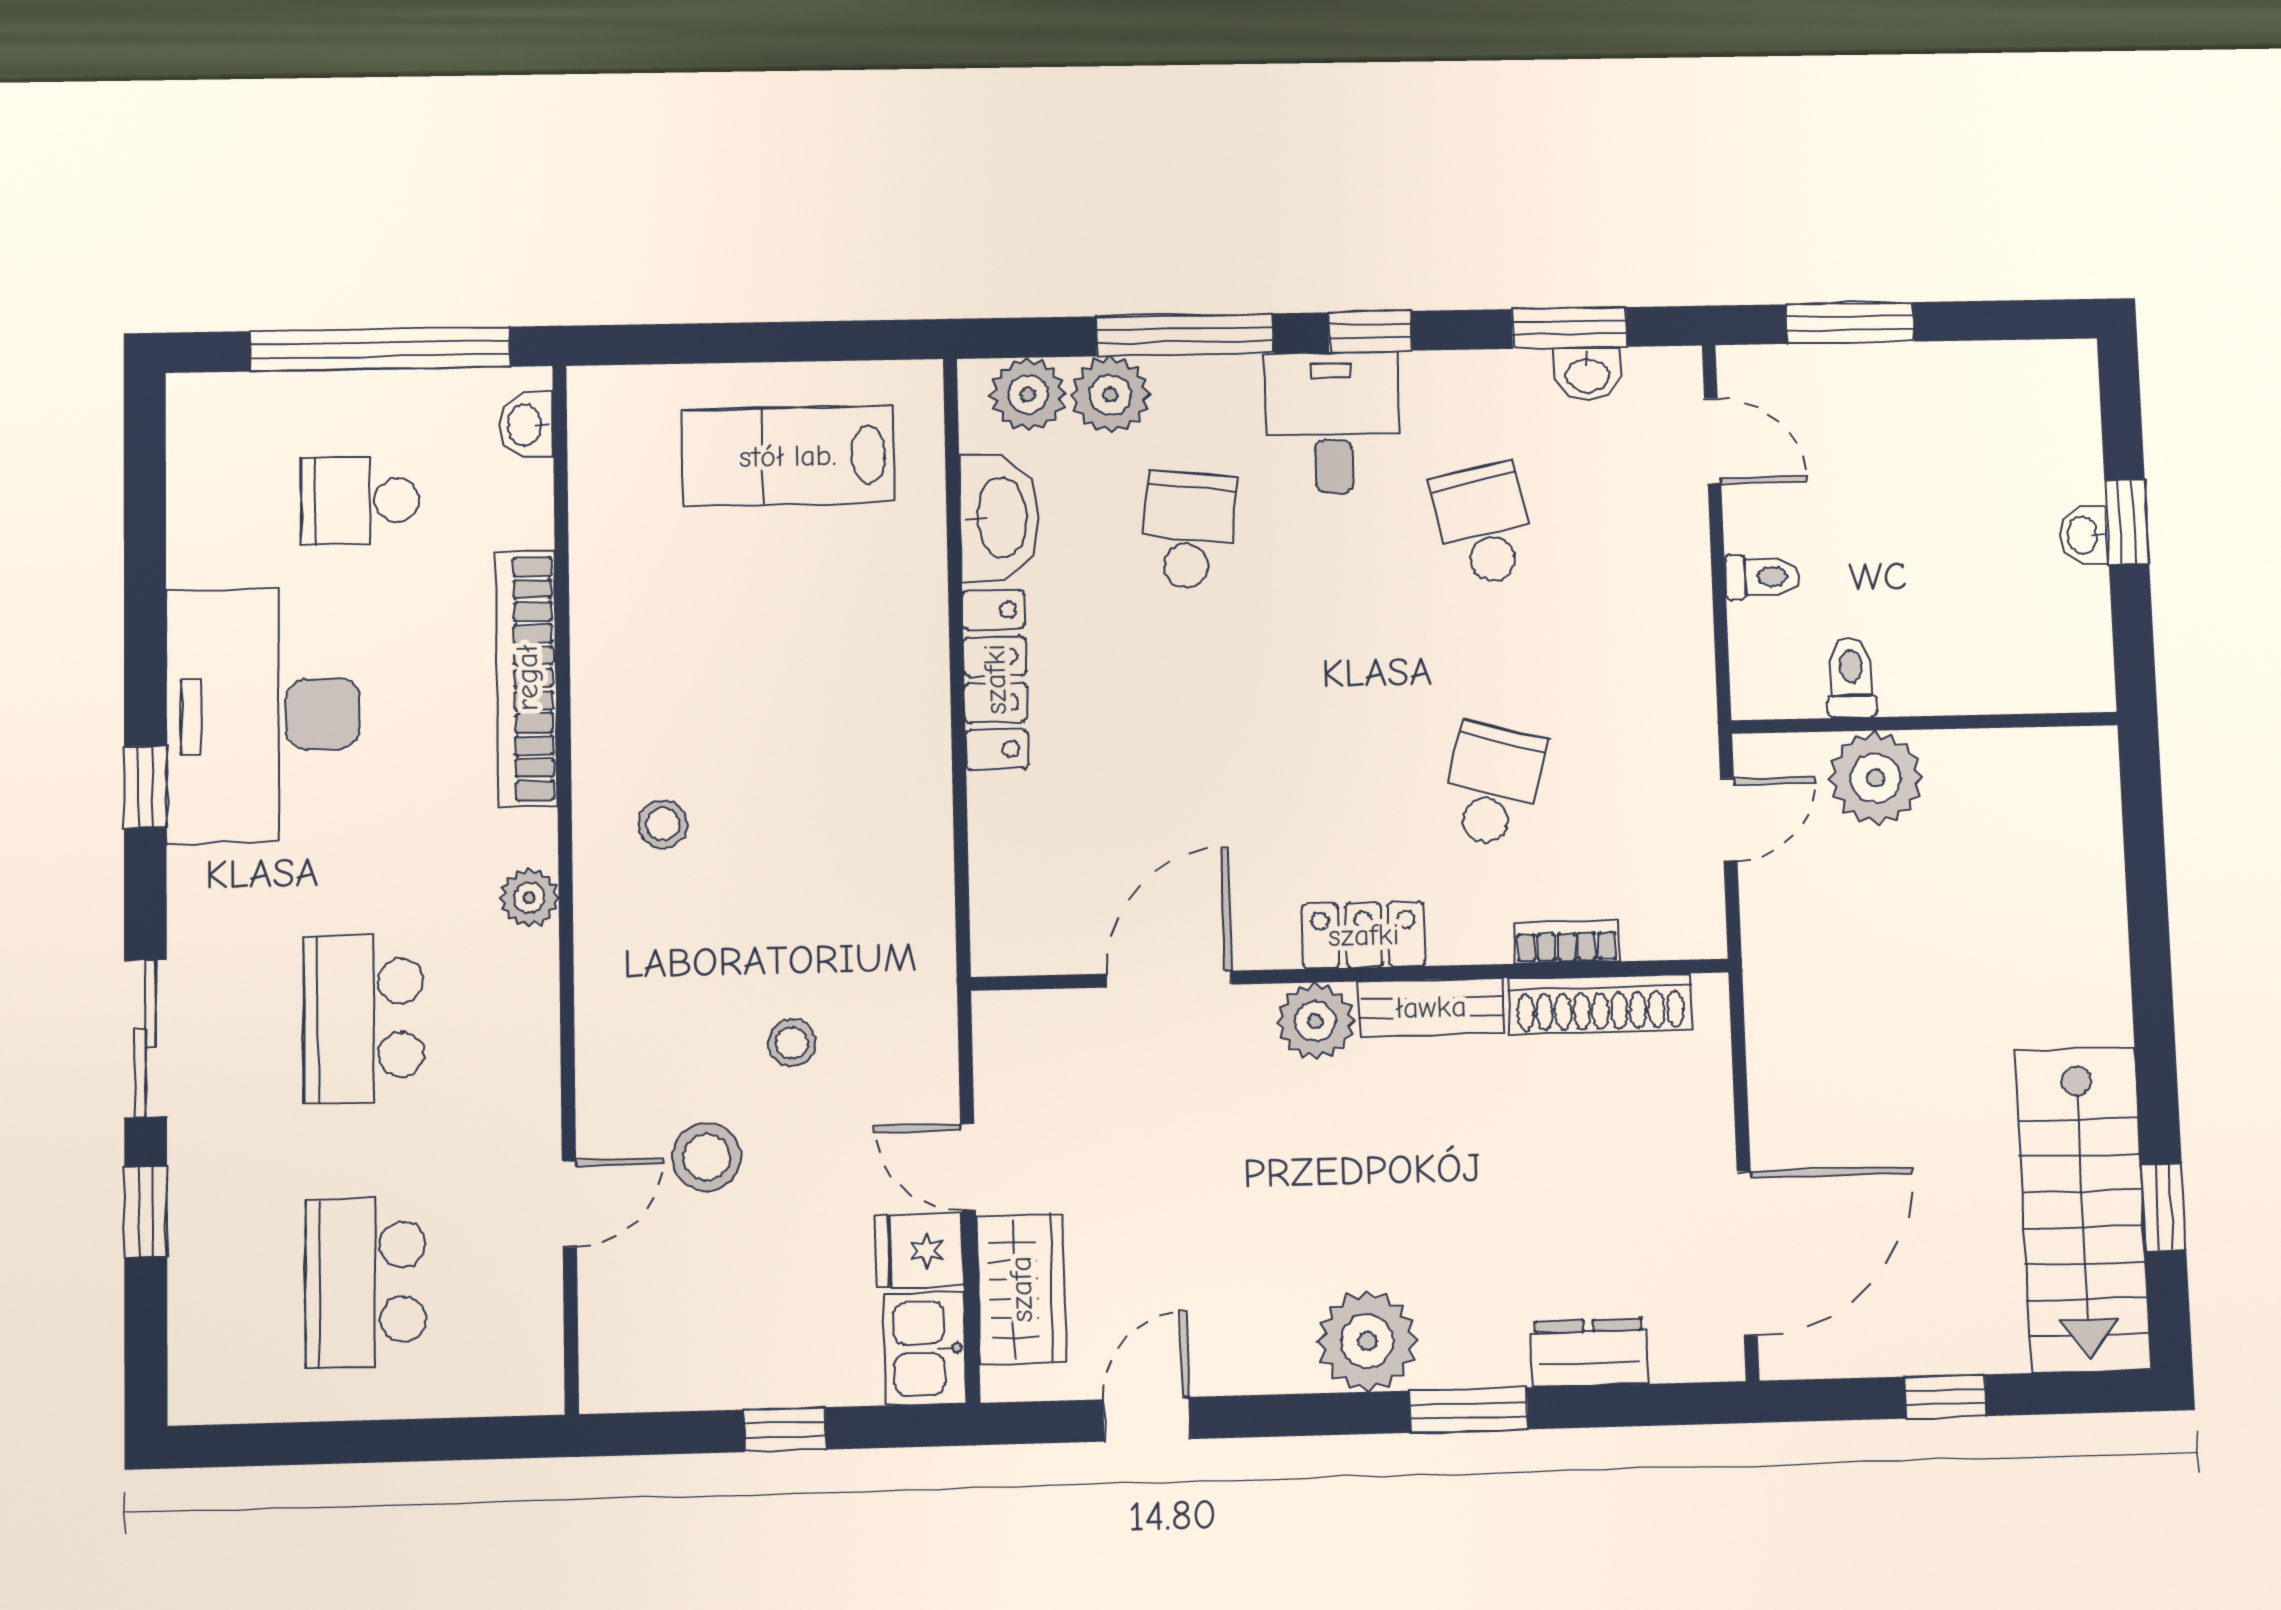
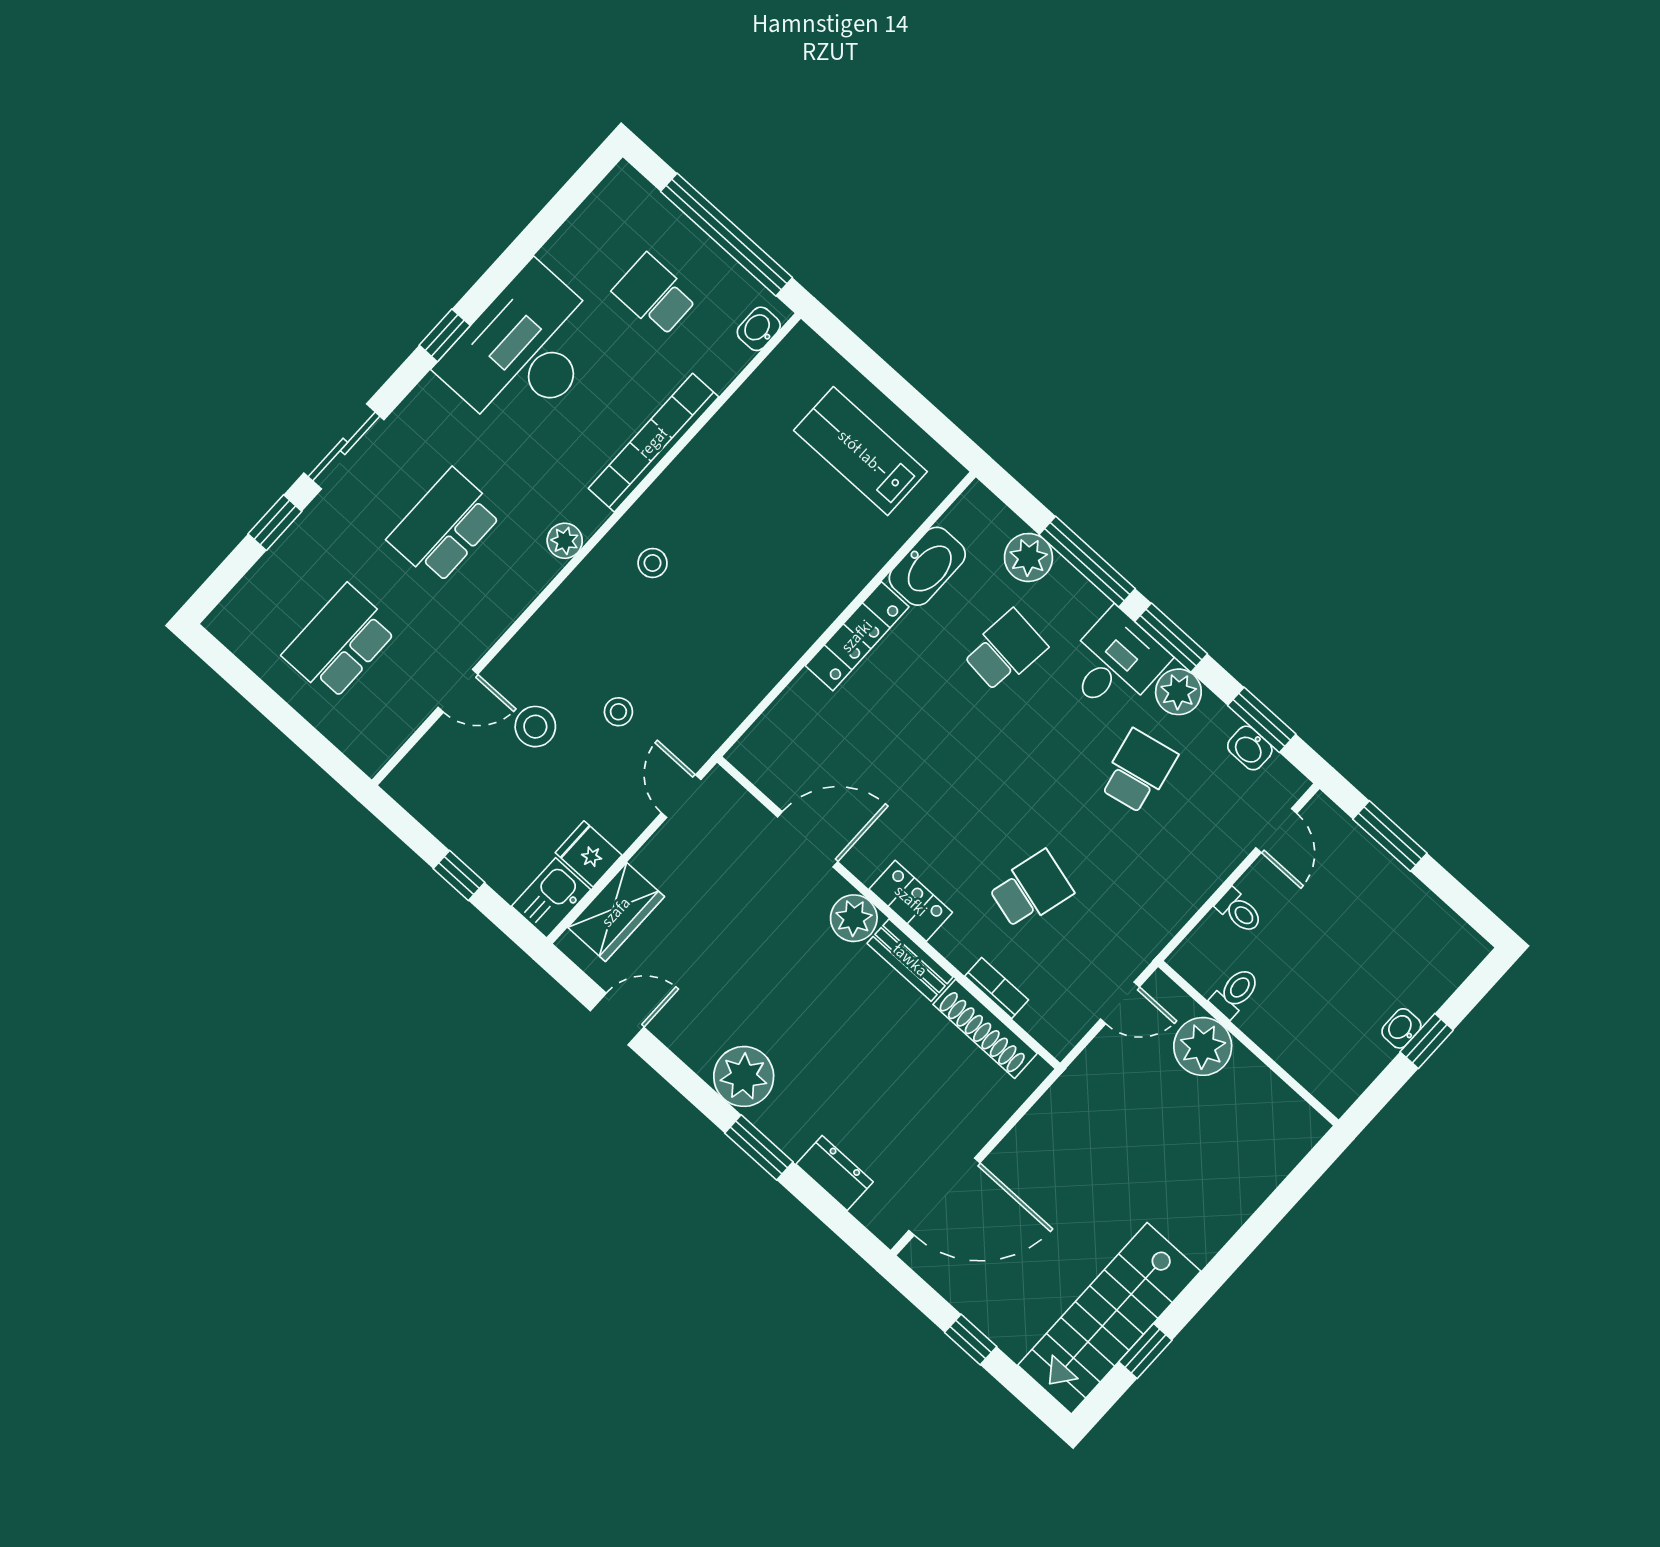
window: (1370, 332) -> (1171, 638), width x1.50
plant: (1028, 394) -> (1178, 692), moved
door: (968, 1167) -> (681, 796), moved

